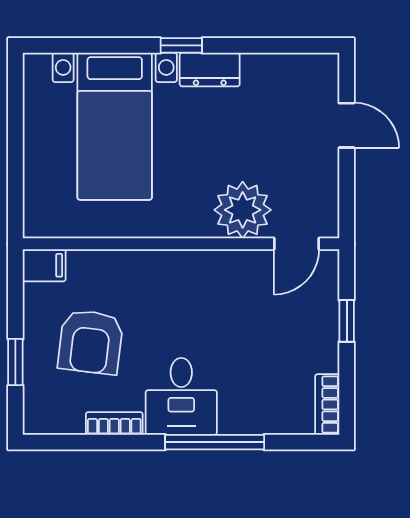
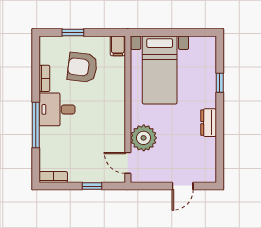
window: (181, 45) -> (220, 83), moved
bed with nightstands: (115, 126) -> (160, 70), moved, turned -90

